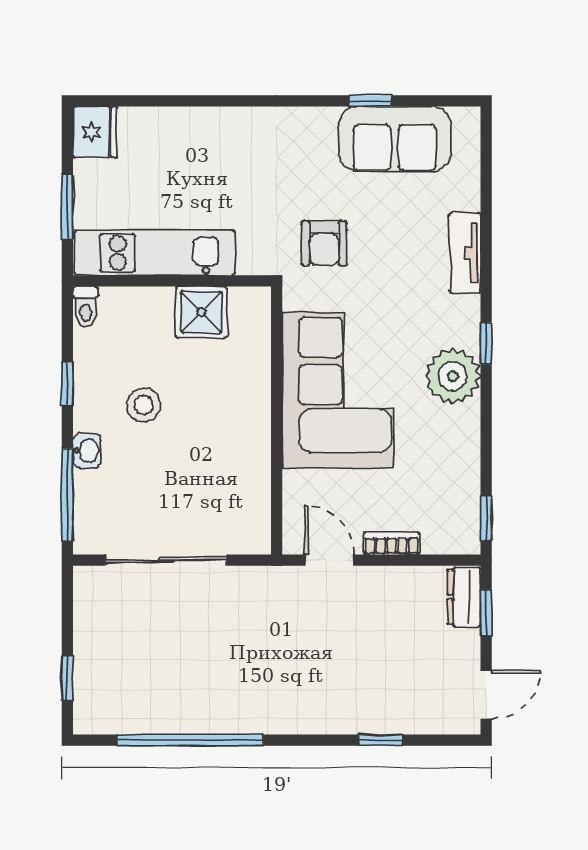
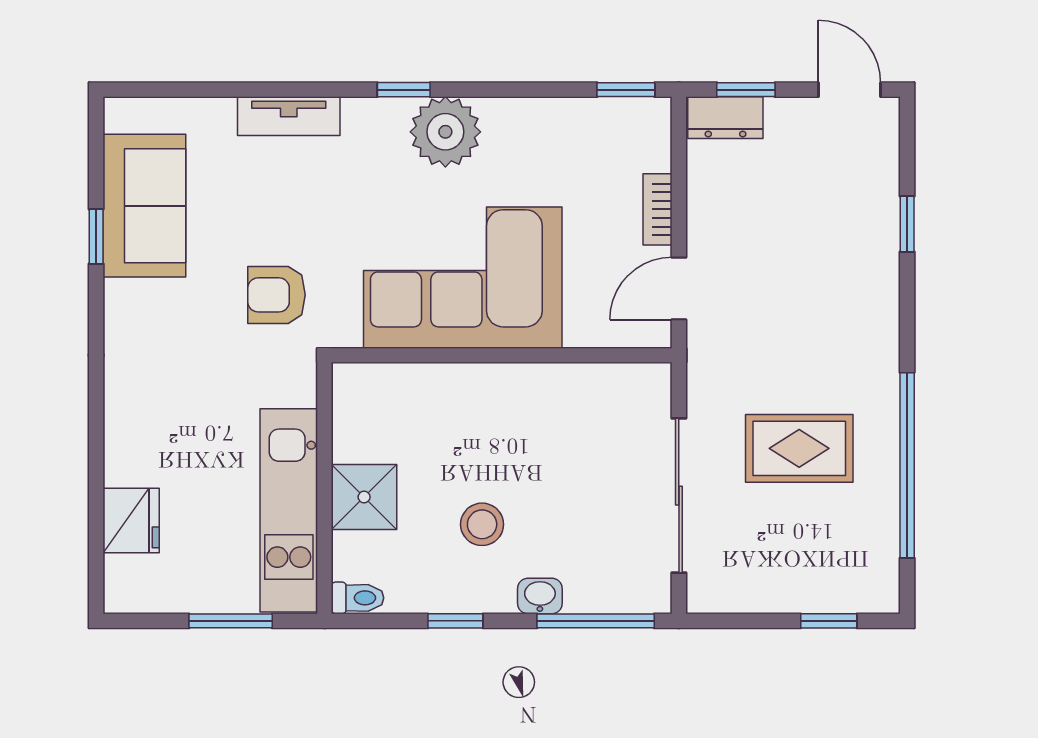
fridge: (95, 132) -> (131, 520), moved, turned 90
armchair: (324, 243) -> (277, 295), turned 180
shower: (201, 312) -> (364, 497), moved
rug: (203, 655) -> (799, 448), added

